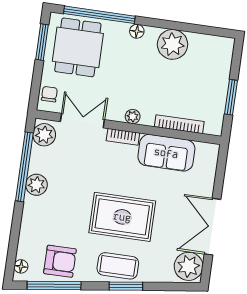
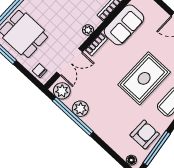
double door: (82, 121) -> (69, 62), swing flipped
plant: (36, 185) -> (80, 109), moved

